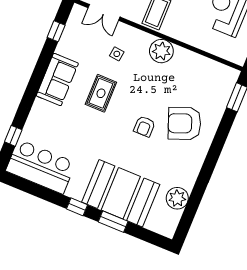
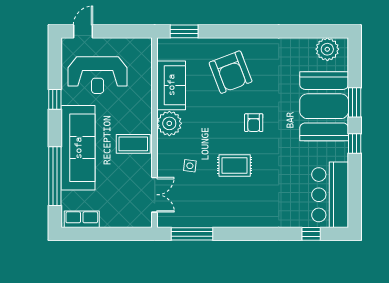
window: (56, 31) -> (192, 234), width x2.17
sofa: (57, 80) -> (171, 85), moved, turned 90
armchair: (144, 126) -> (254, 123), moved, turned 90
plant: (177, 198) -> (327, 49), moved

